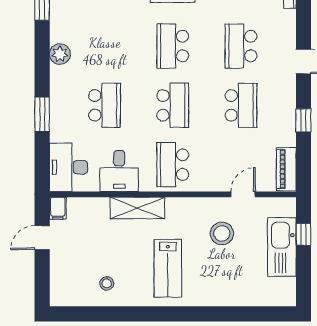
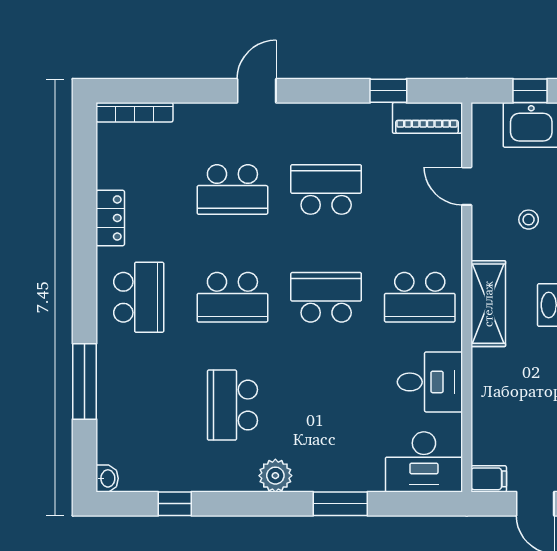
plant: (60, 54) -> (275, 476), moved
school desk: (105, 105) -> (232, 405), moved, turned -90
window: (303, 120) -> (388, 91), moved
shelving: (137, 208) -> (488, 304), moved
stool: (222, 233) -> (529, 220), width x0.53, depth x0.53

